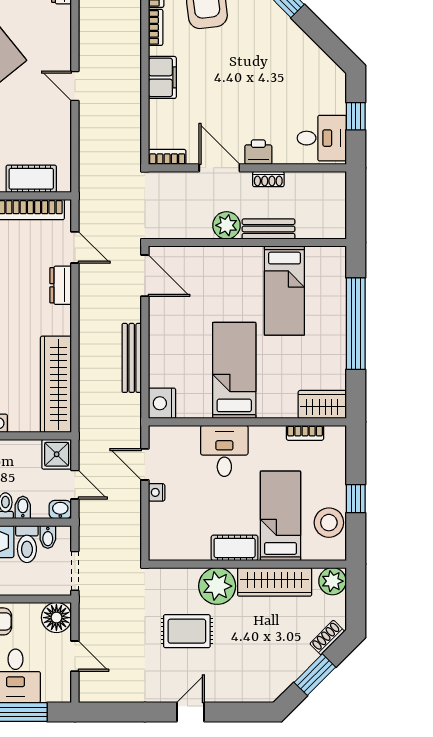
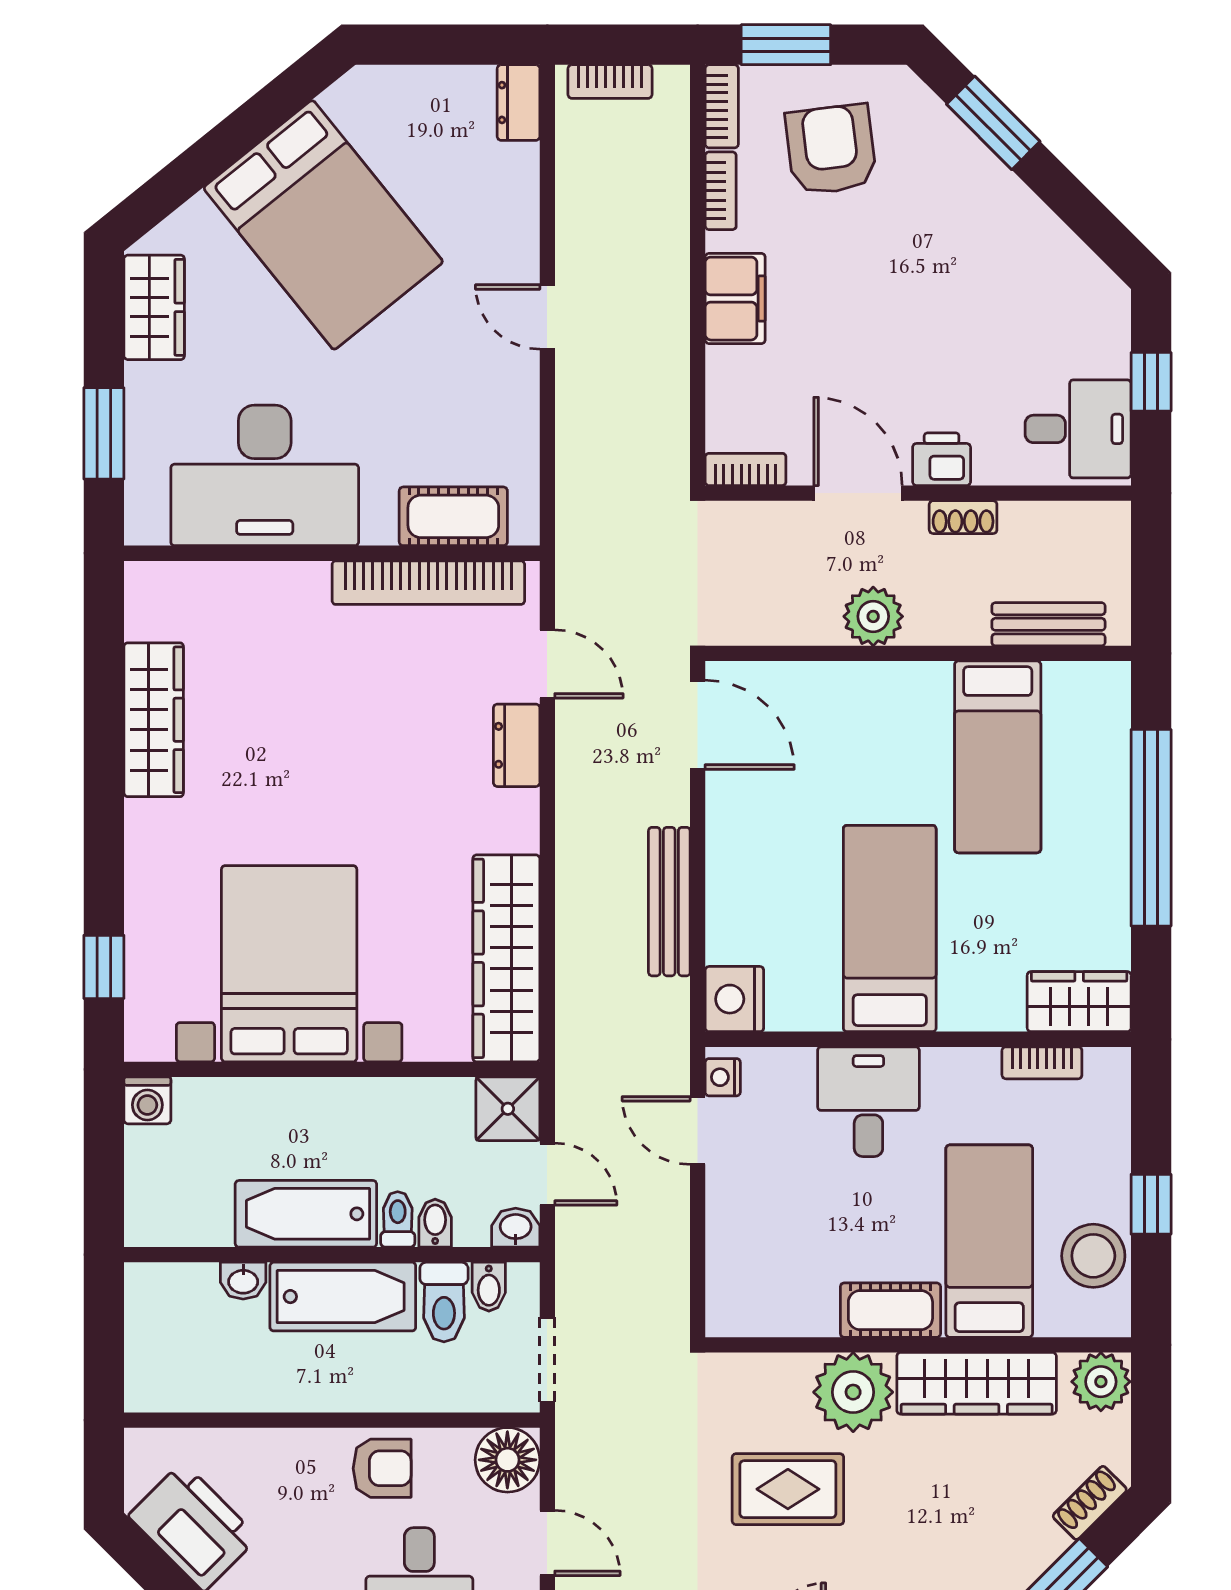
bench: (268, 229) -> (1048, 624), moved
nightstand: (157, 492) -> (723, 1077), moved

